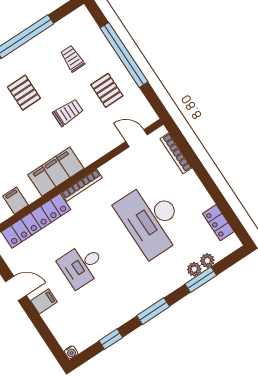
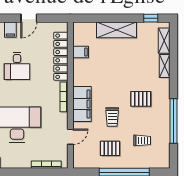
door: (137, 138) -> (70, 137), moved
filing cabinet: (56, 172) -> (82, 104), moved
desk: (82, 265) -> (17, 66), turned 180

